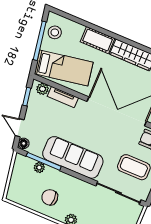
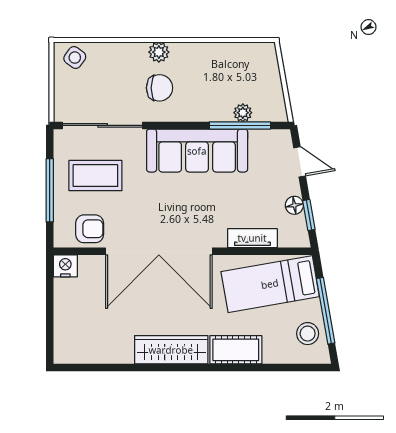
plant: (43, 89) -> (289, 237), removed
floor lamp: (24, 143) -> (294, 205), moved
chair: (50, 197) -> (160, 88), moved

